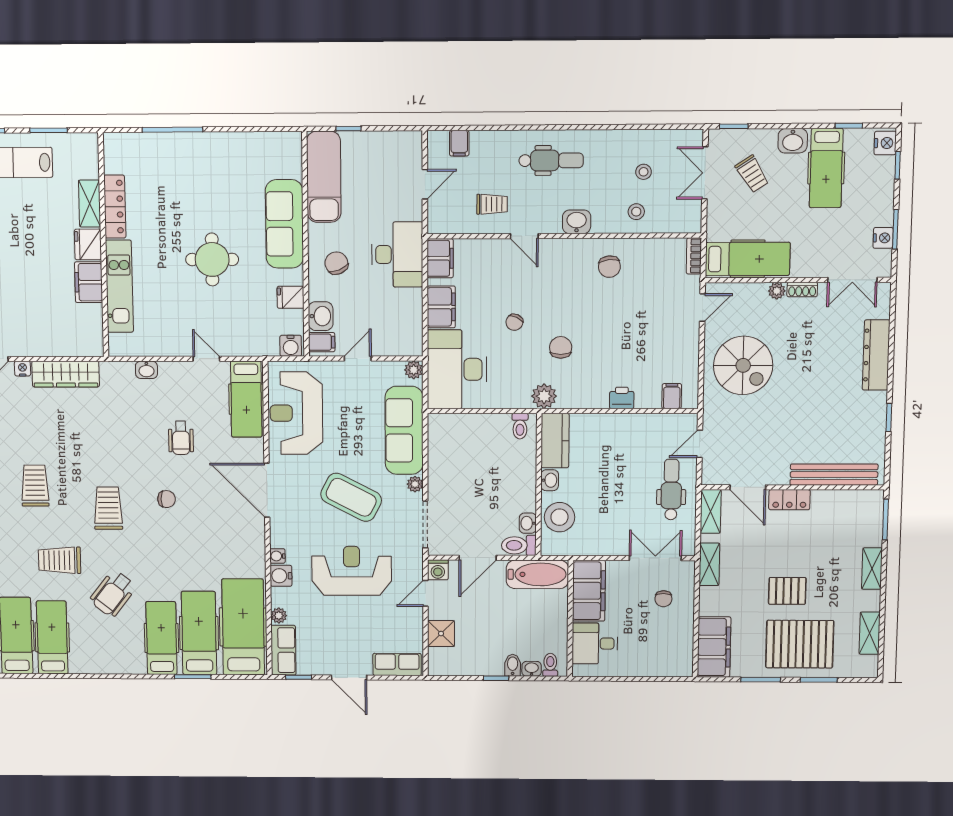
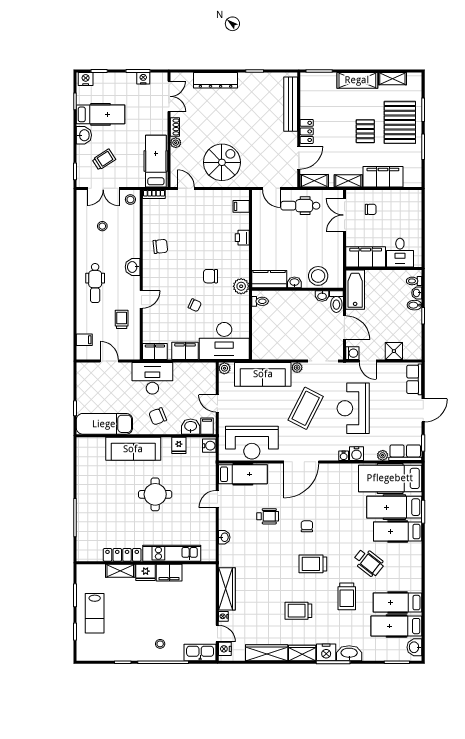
dental chair: (551, 160) -> (95, 283), turned 180
stool: (636, 212) -> (130, 200), moved
shelving: (872, 569) -> (357, 80), width x1.50, depth x1.33
filing cabinet: (714, 647) -> (383, 177), moved

